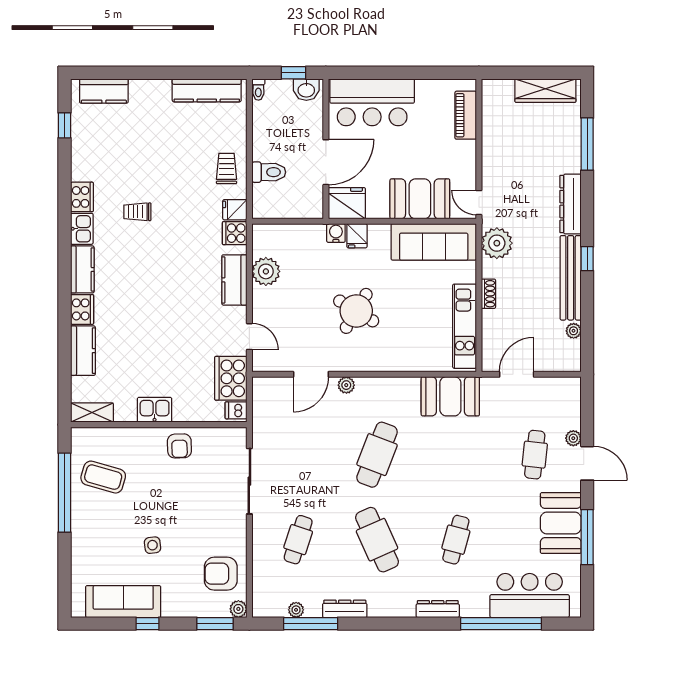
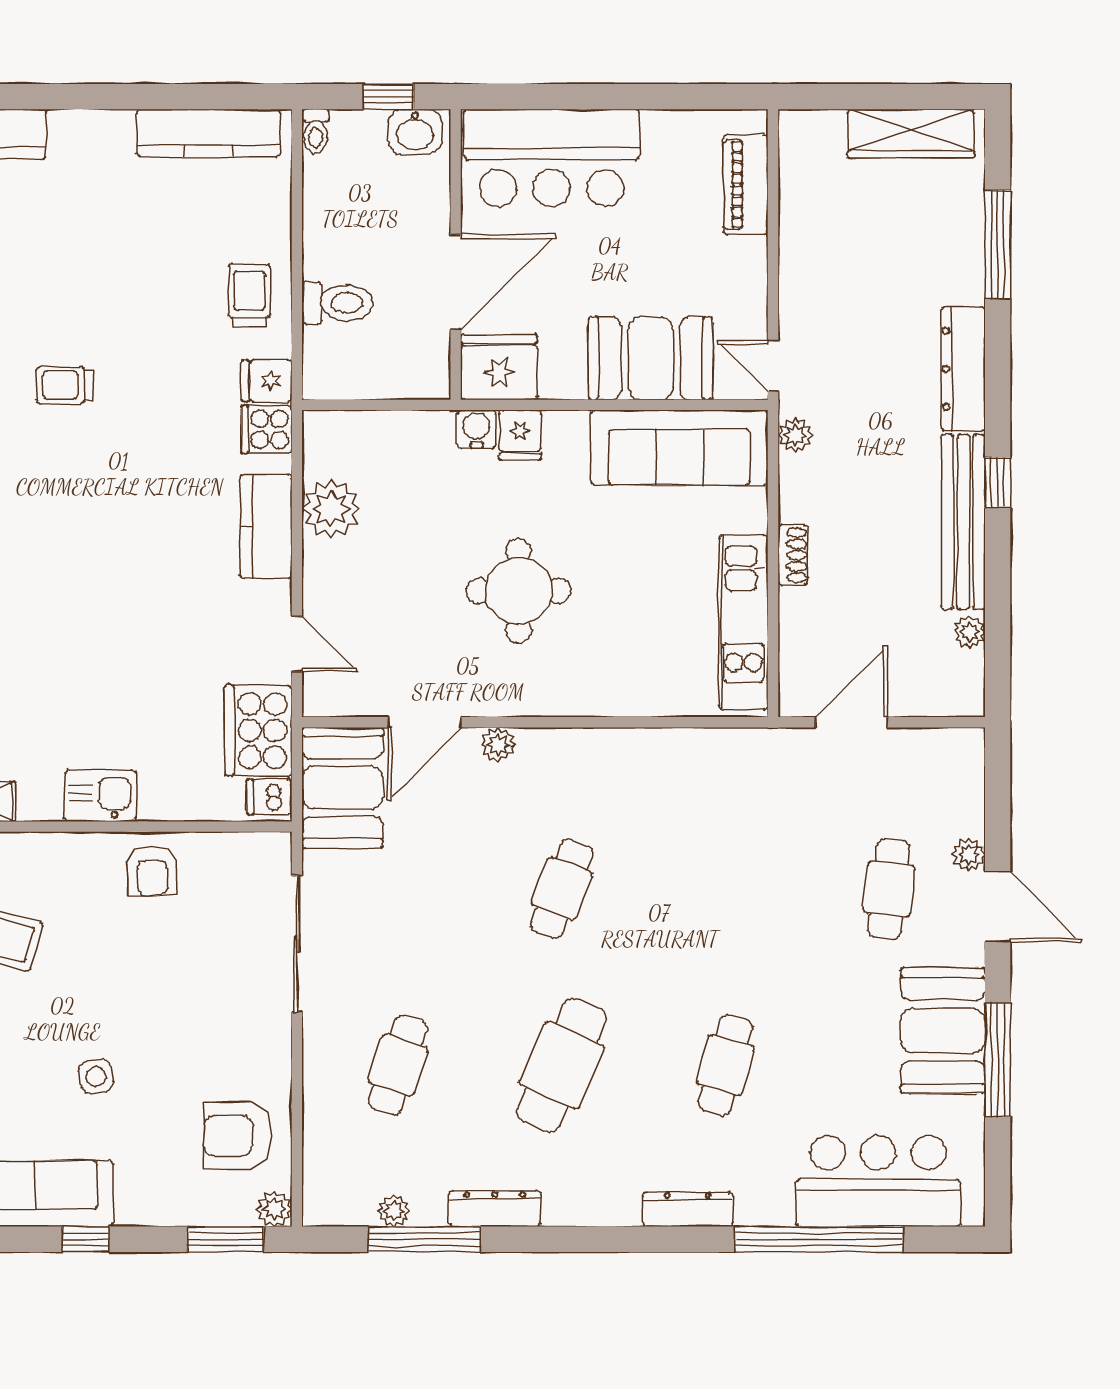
plant: (497, 243) -> (795, 435), width x0.53, depth x0.53
round table: (356, 311) -> (519, 591), turned -31
booth: (450, 396) -> (342, 788), moved, turned 90
cafe table: (377, 455) -> (562, 889), width x0.73, depth x0.74
cafe table: (377, 540) -> (562, 1065), turned 48

